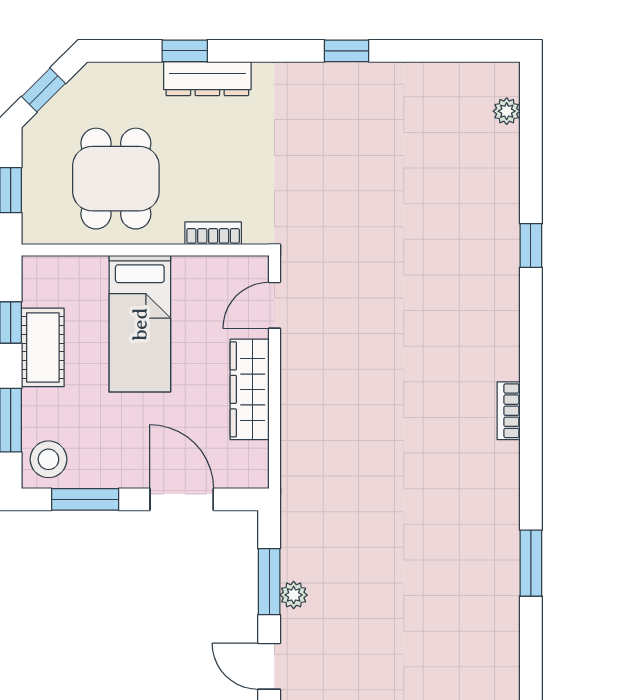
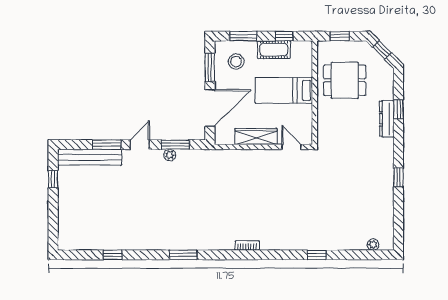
bookcase: (213, 233) -> (322, 121), removed
stool: (48, 459) -> (236, 62), moved
door: (182, 499) -> (210, 108), width x1.36

